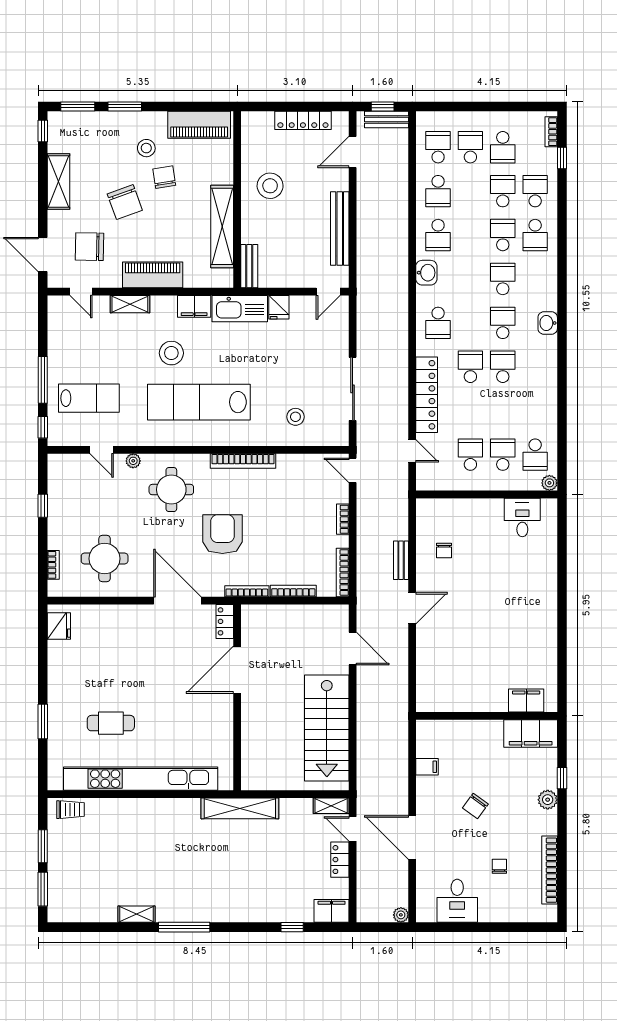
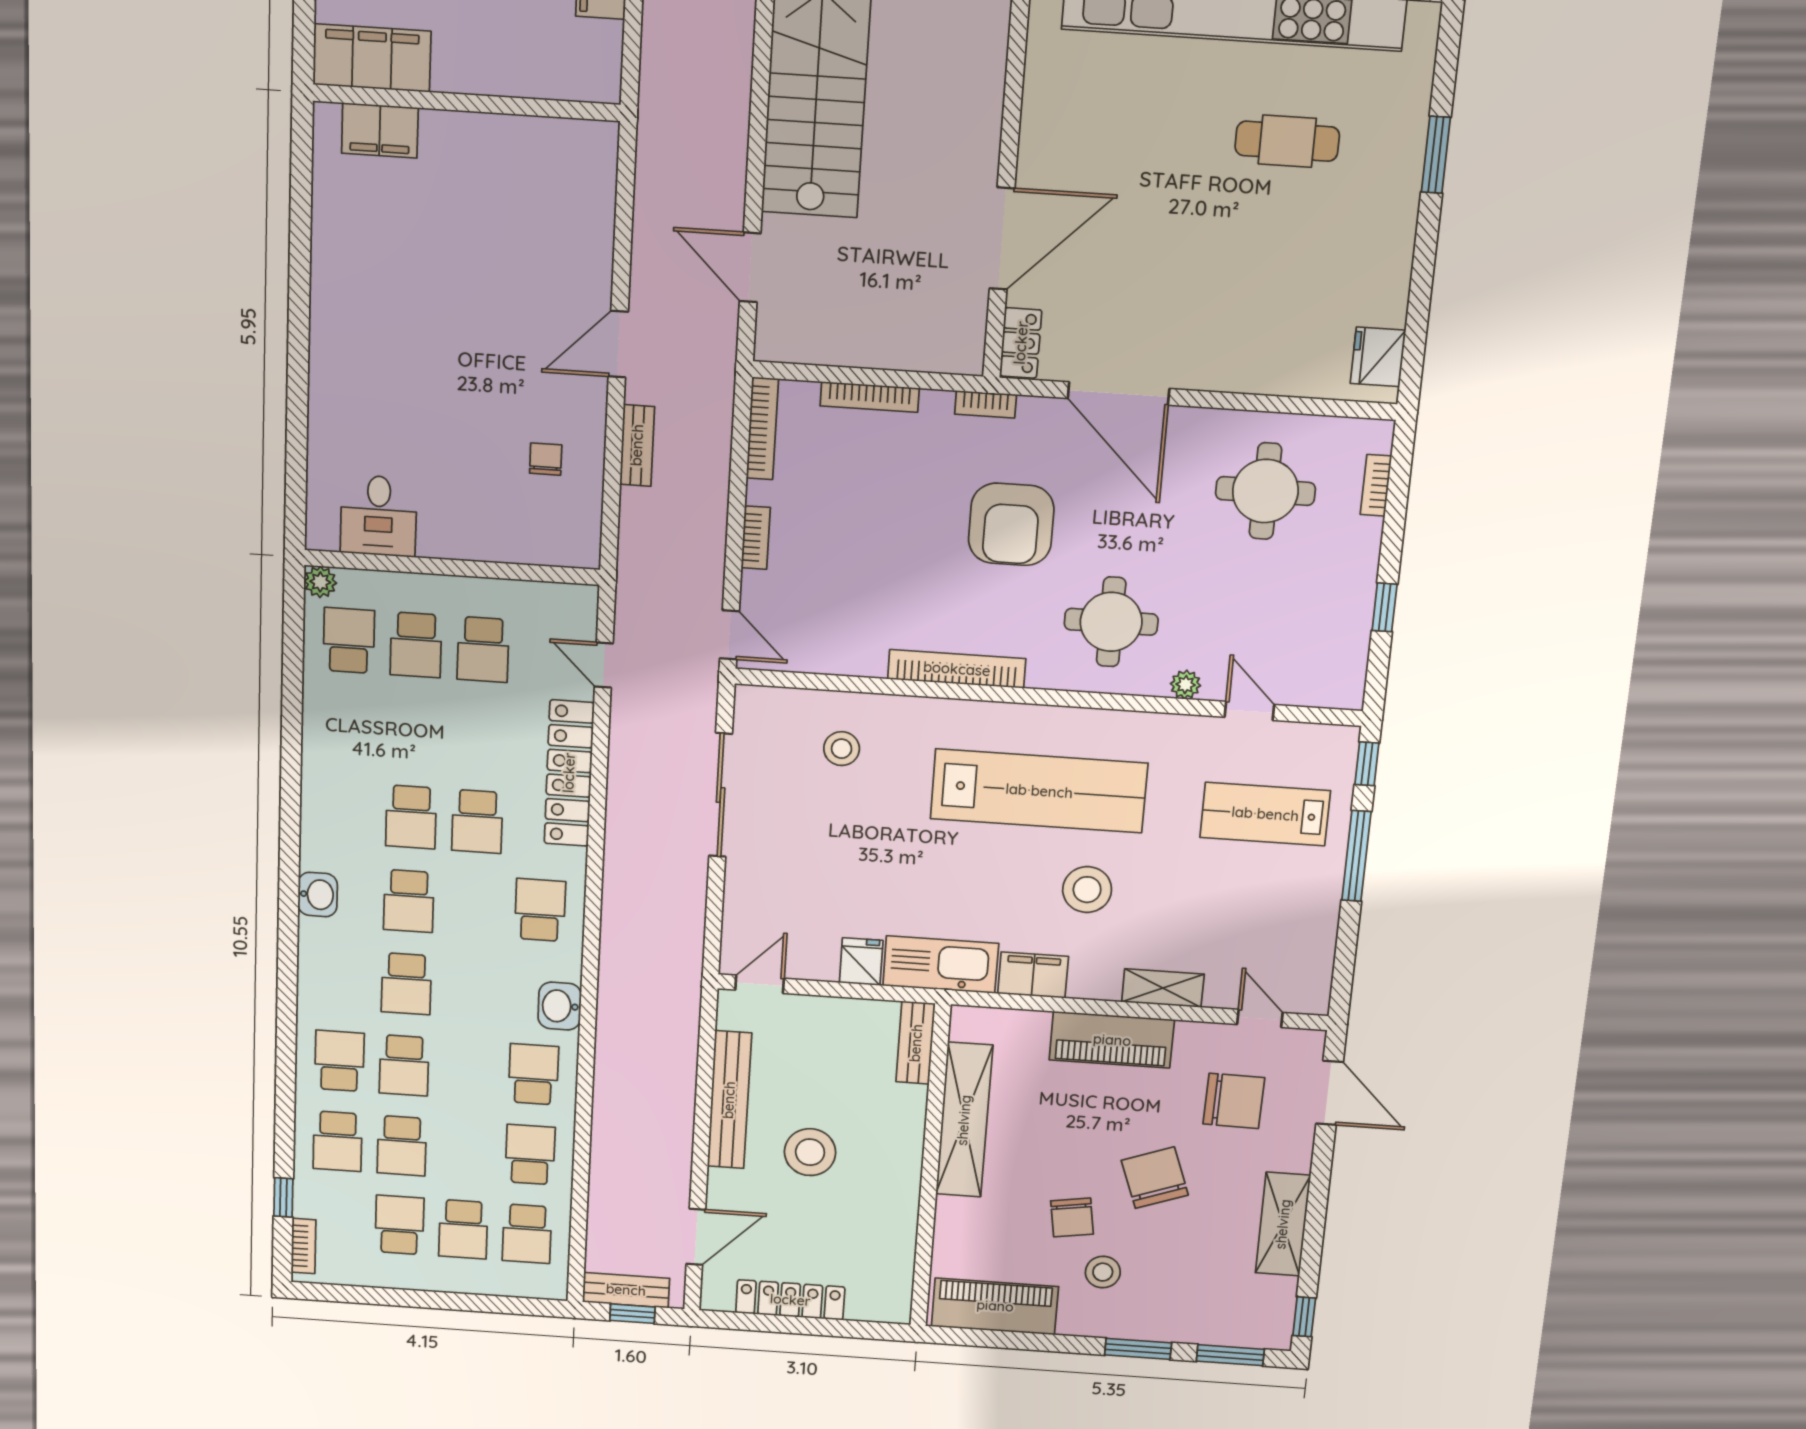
stool: (270, 186) -> (810, 1152), moved
bookcase: (247, 591) -> (986, 404), width x0.64

